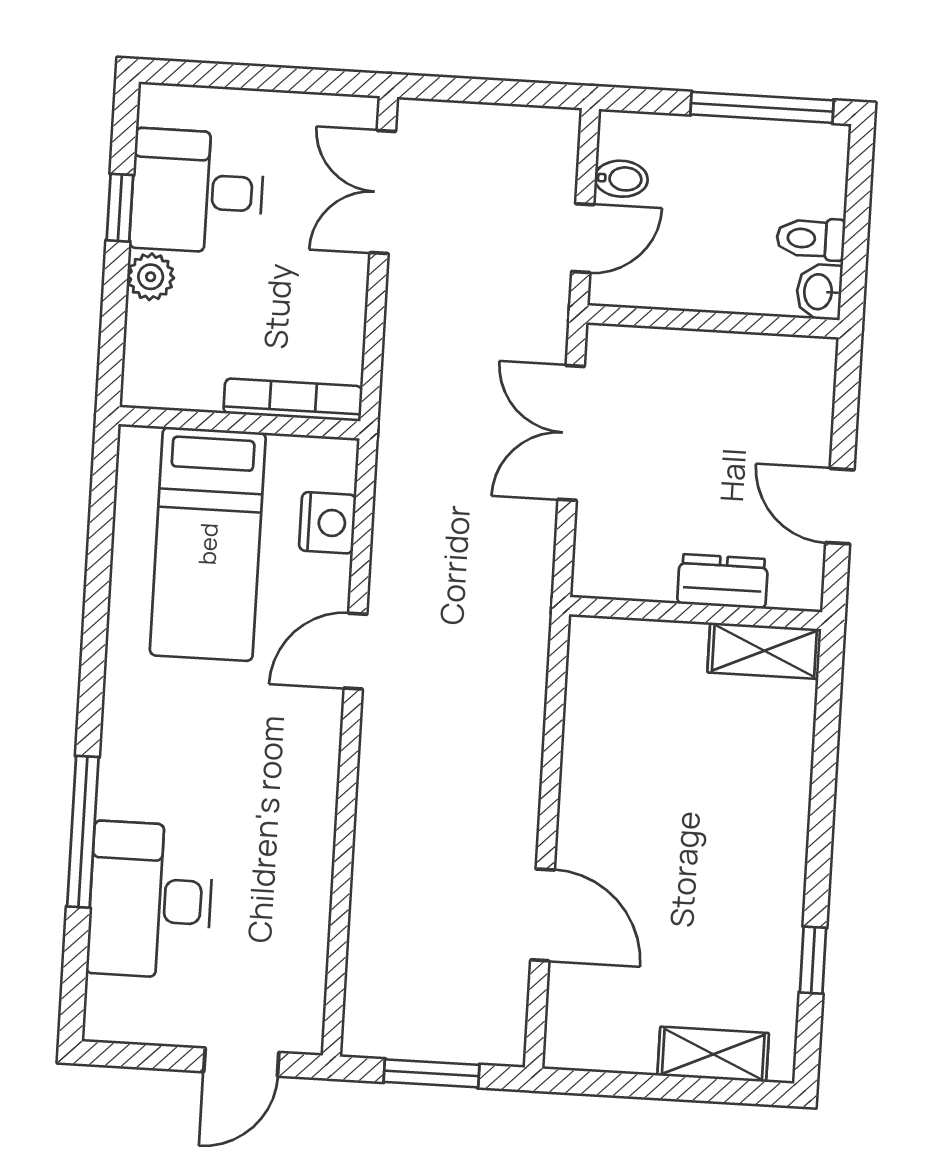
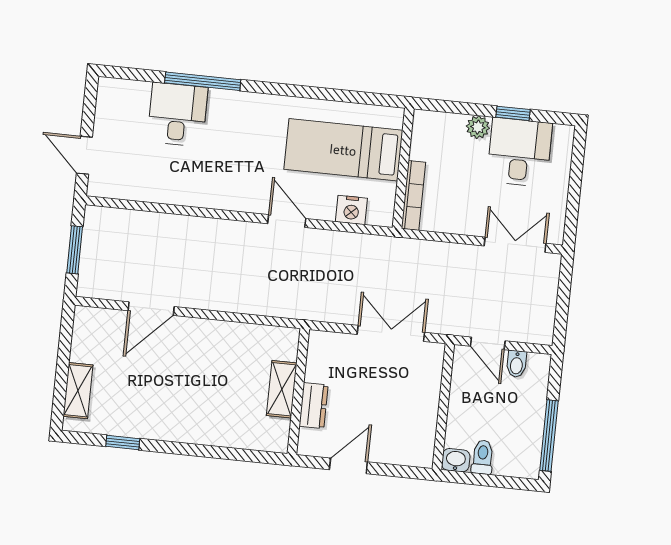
shelving: (764, 651) -> (282, 389), moved
desk: (150, 900) -> (177, 114), width x0.73

